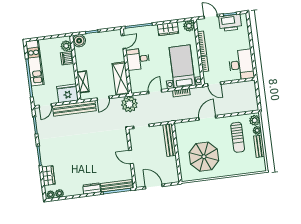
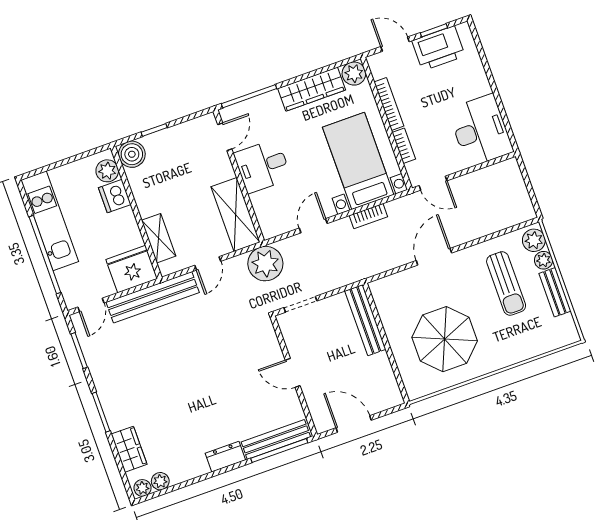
wardrobe: (168, 29) -> (312, 89), width x1.50

